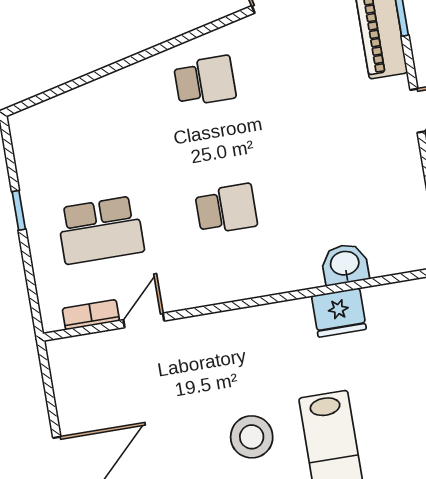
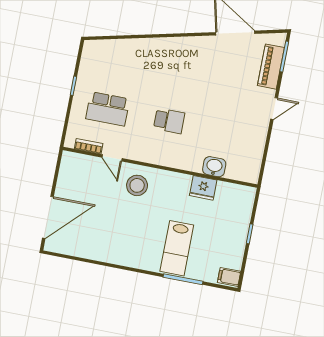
school desk: (205, 81) -> (181, 58), removed
door: (144, 320) -> (112, 158), swing flipped
stool: (252, 437) -> (137, 185), moved

